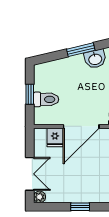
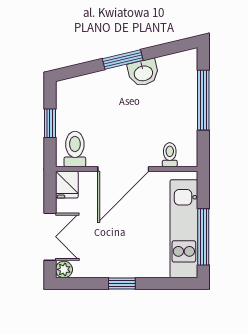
toilet: (46, 99) -> (75, 149), moved, turned -90
fridge: (55, 137) -> (67, 185), moved

